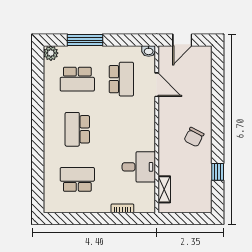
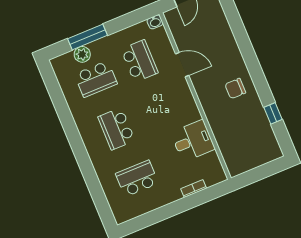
plant: (51, 53) -> (82, 54), moved
door: (157, 85) -> (182, 65), moved
chair: (194, 137) -> (235, 89), turned 63
shelving: (164, 189) -> (227, 153), removed

